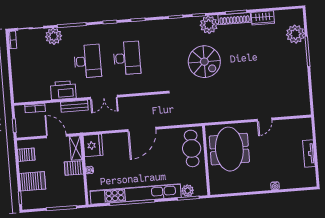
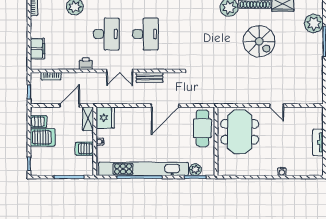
spiral stairs: (204, 62) -> (259, 41), moved
filing cabinet: (19, 81) -> (37, 49), added
printer: (63, 90) -> (86, 64), width x0.53, depth x0.68
bench: (74, 106) -> (149, 77), moved
door: (265, 120) -> (277, 106), hinge flipped
door: (142, 129) -> (165, 106), moved
door: (56, 136) -> (70, 106), hinge flipped
server rack: (74, 168) -> (85, 149), moved
server rack: (32, 181) -> (43, 137), moved

